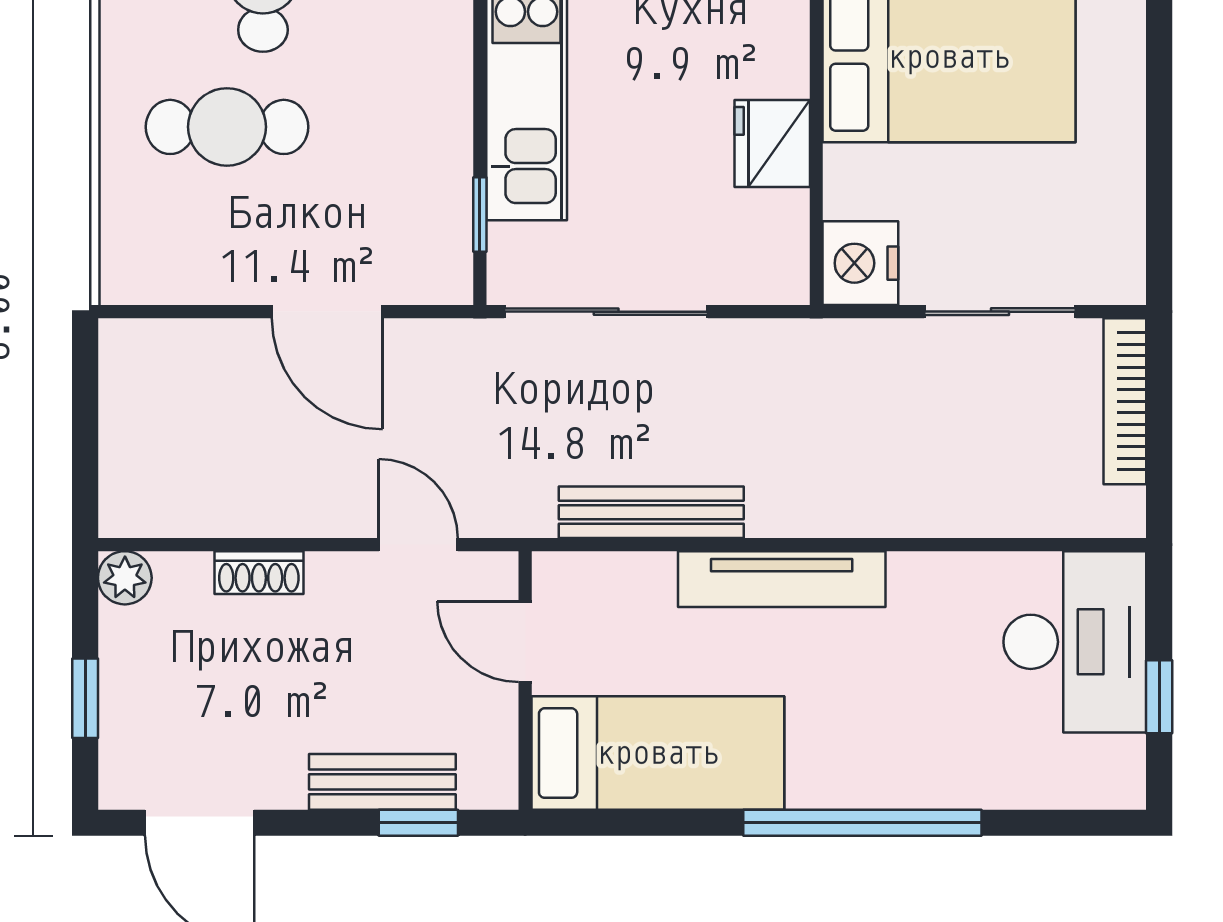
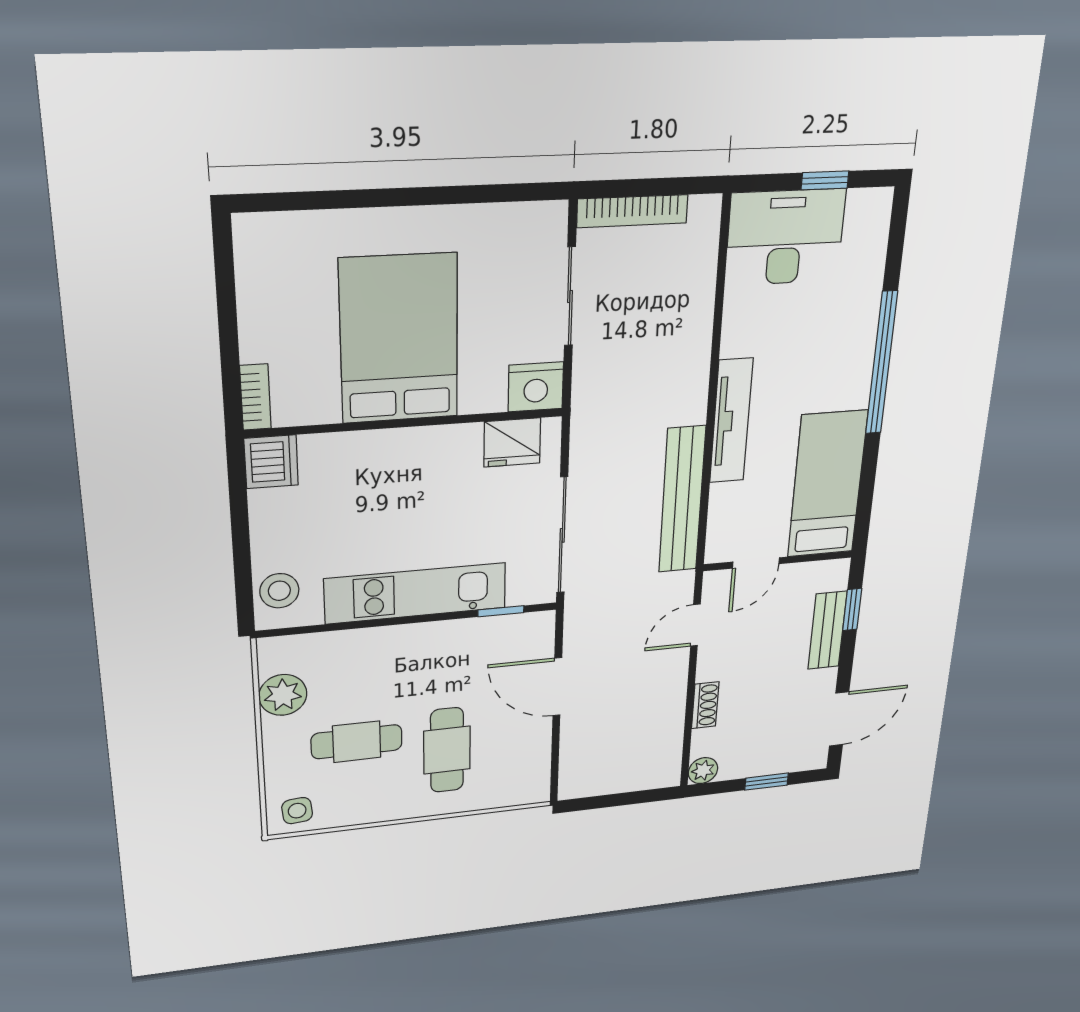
fridge: (772, 144) -> (512, 442), moved
door: (327, 312) -> (557, 687), swing flipped
bench: (651, 512) -> (682, 500), width x1.37, depth x1.21

